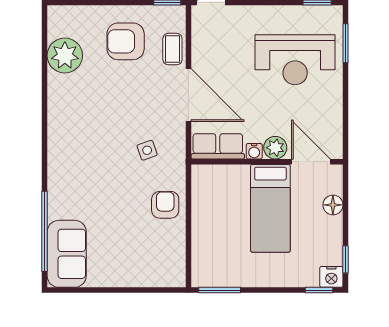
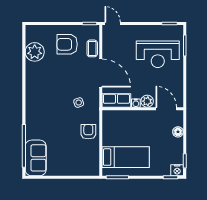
bed: (270, 208) -> (126, 157), moved, turned -90

